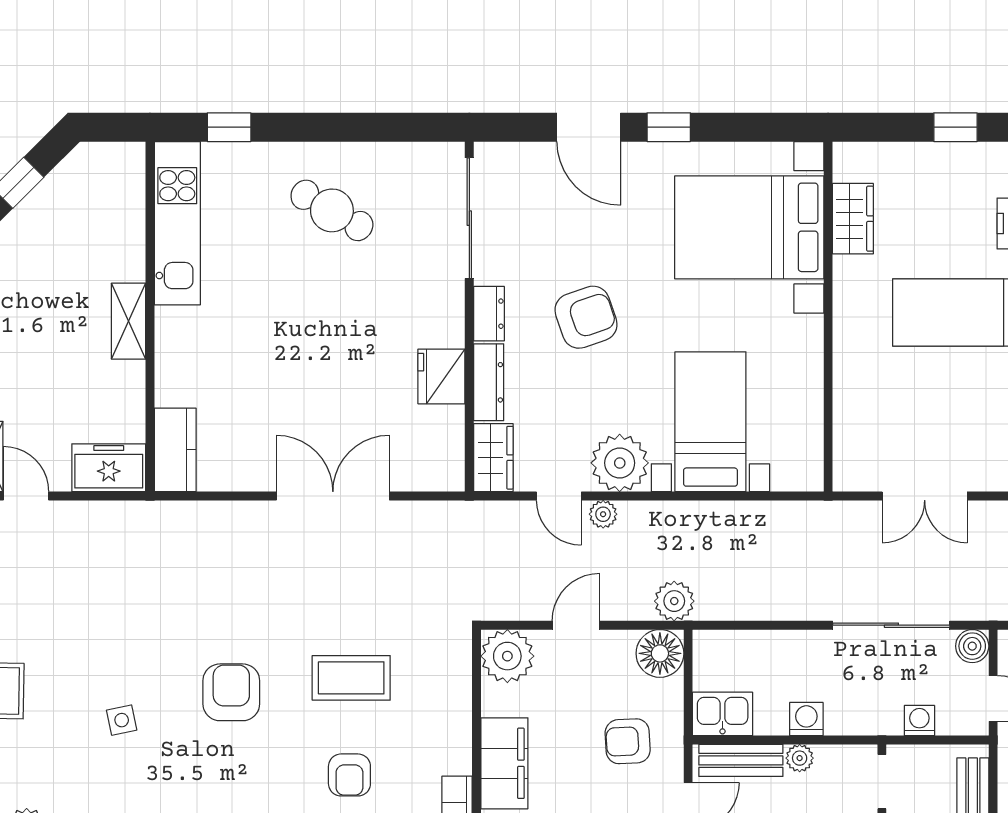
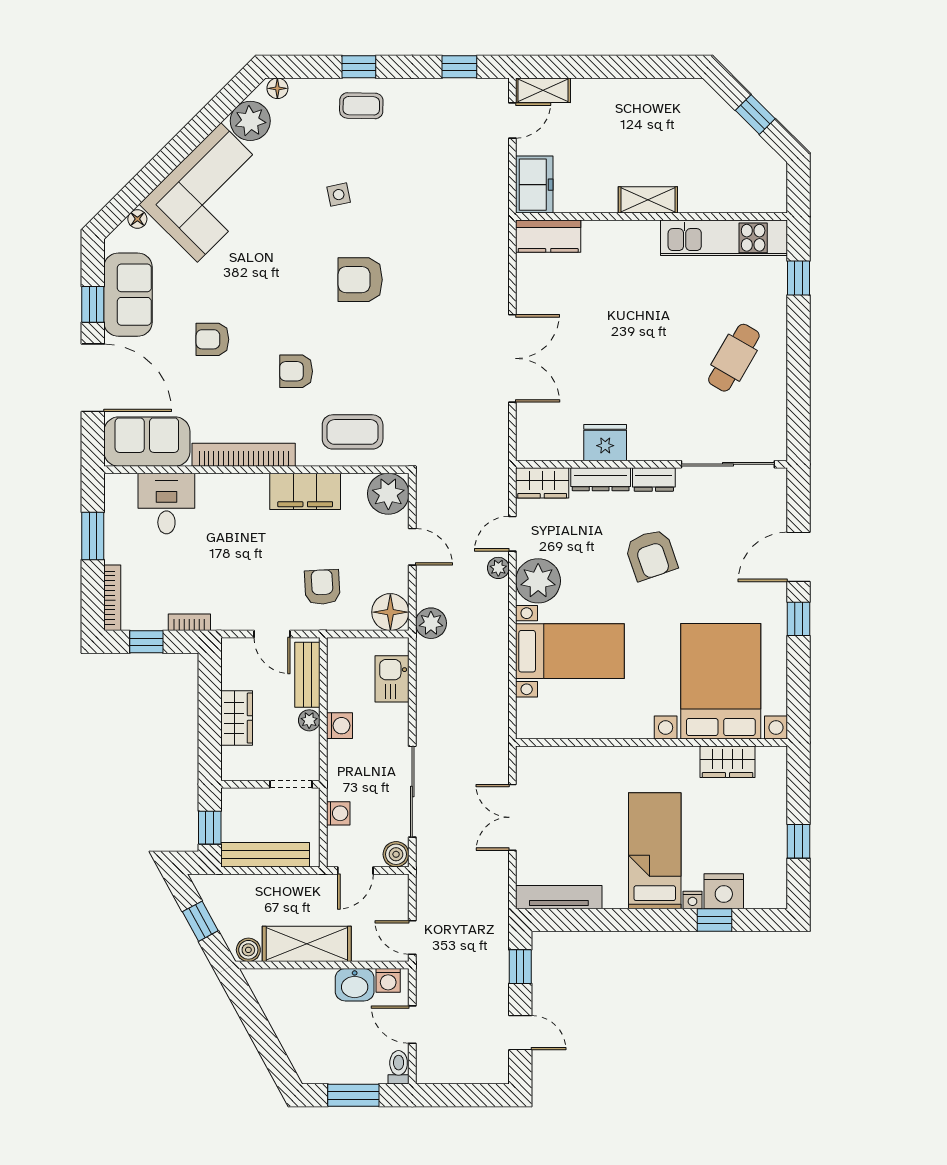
coffee table: (351, 678) -> (353, 432), moved, turned 90
armchair: (231, 692) -> (360, 280), turned 180
kitchen sink: (723, 714) -> (392, 679), moved, turned 180

